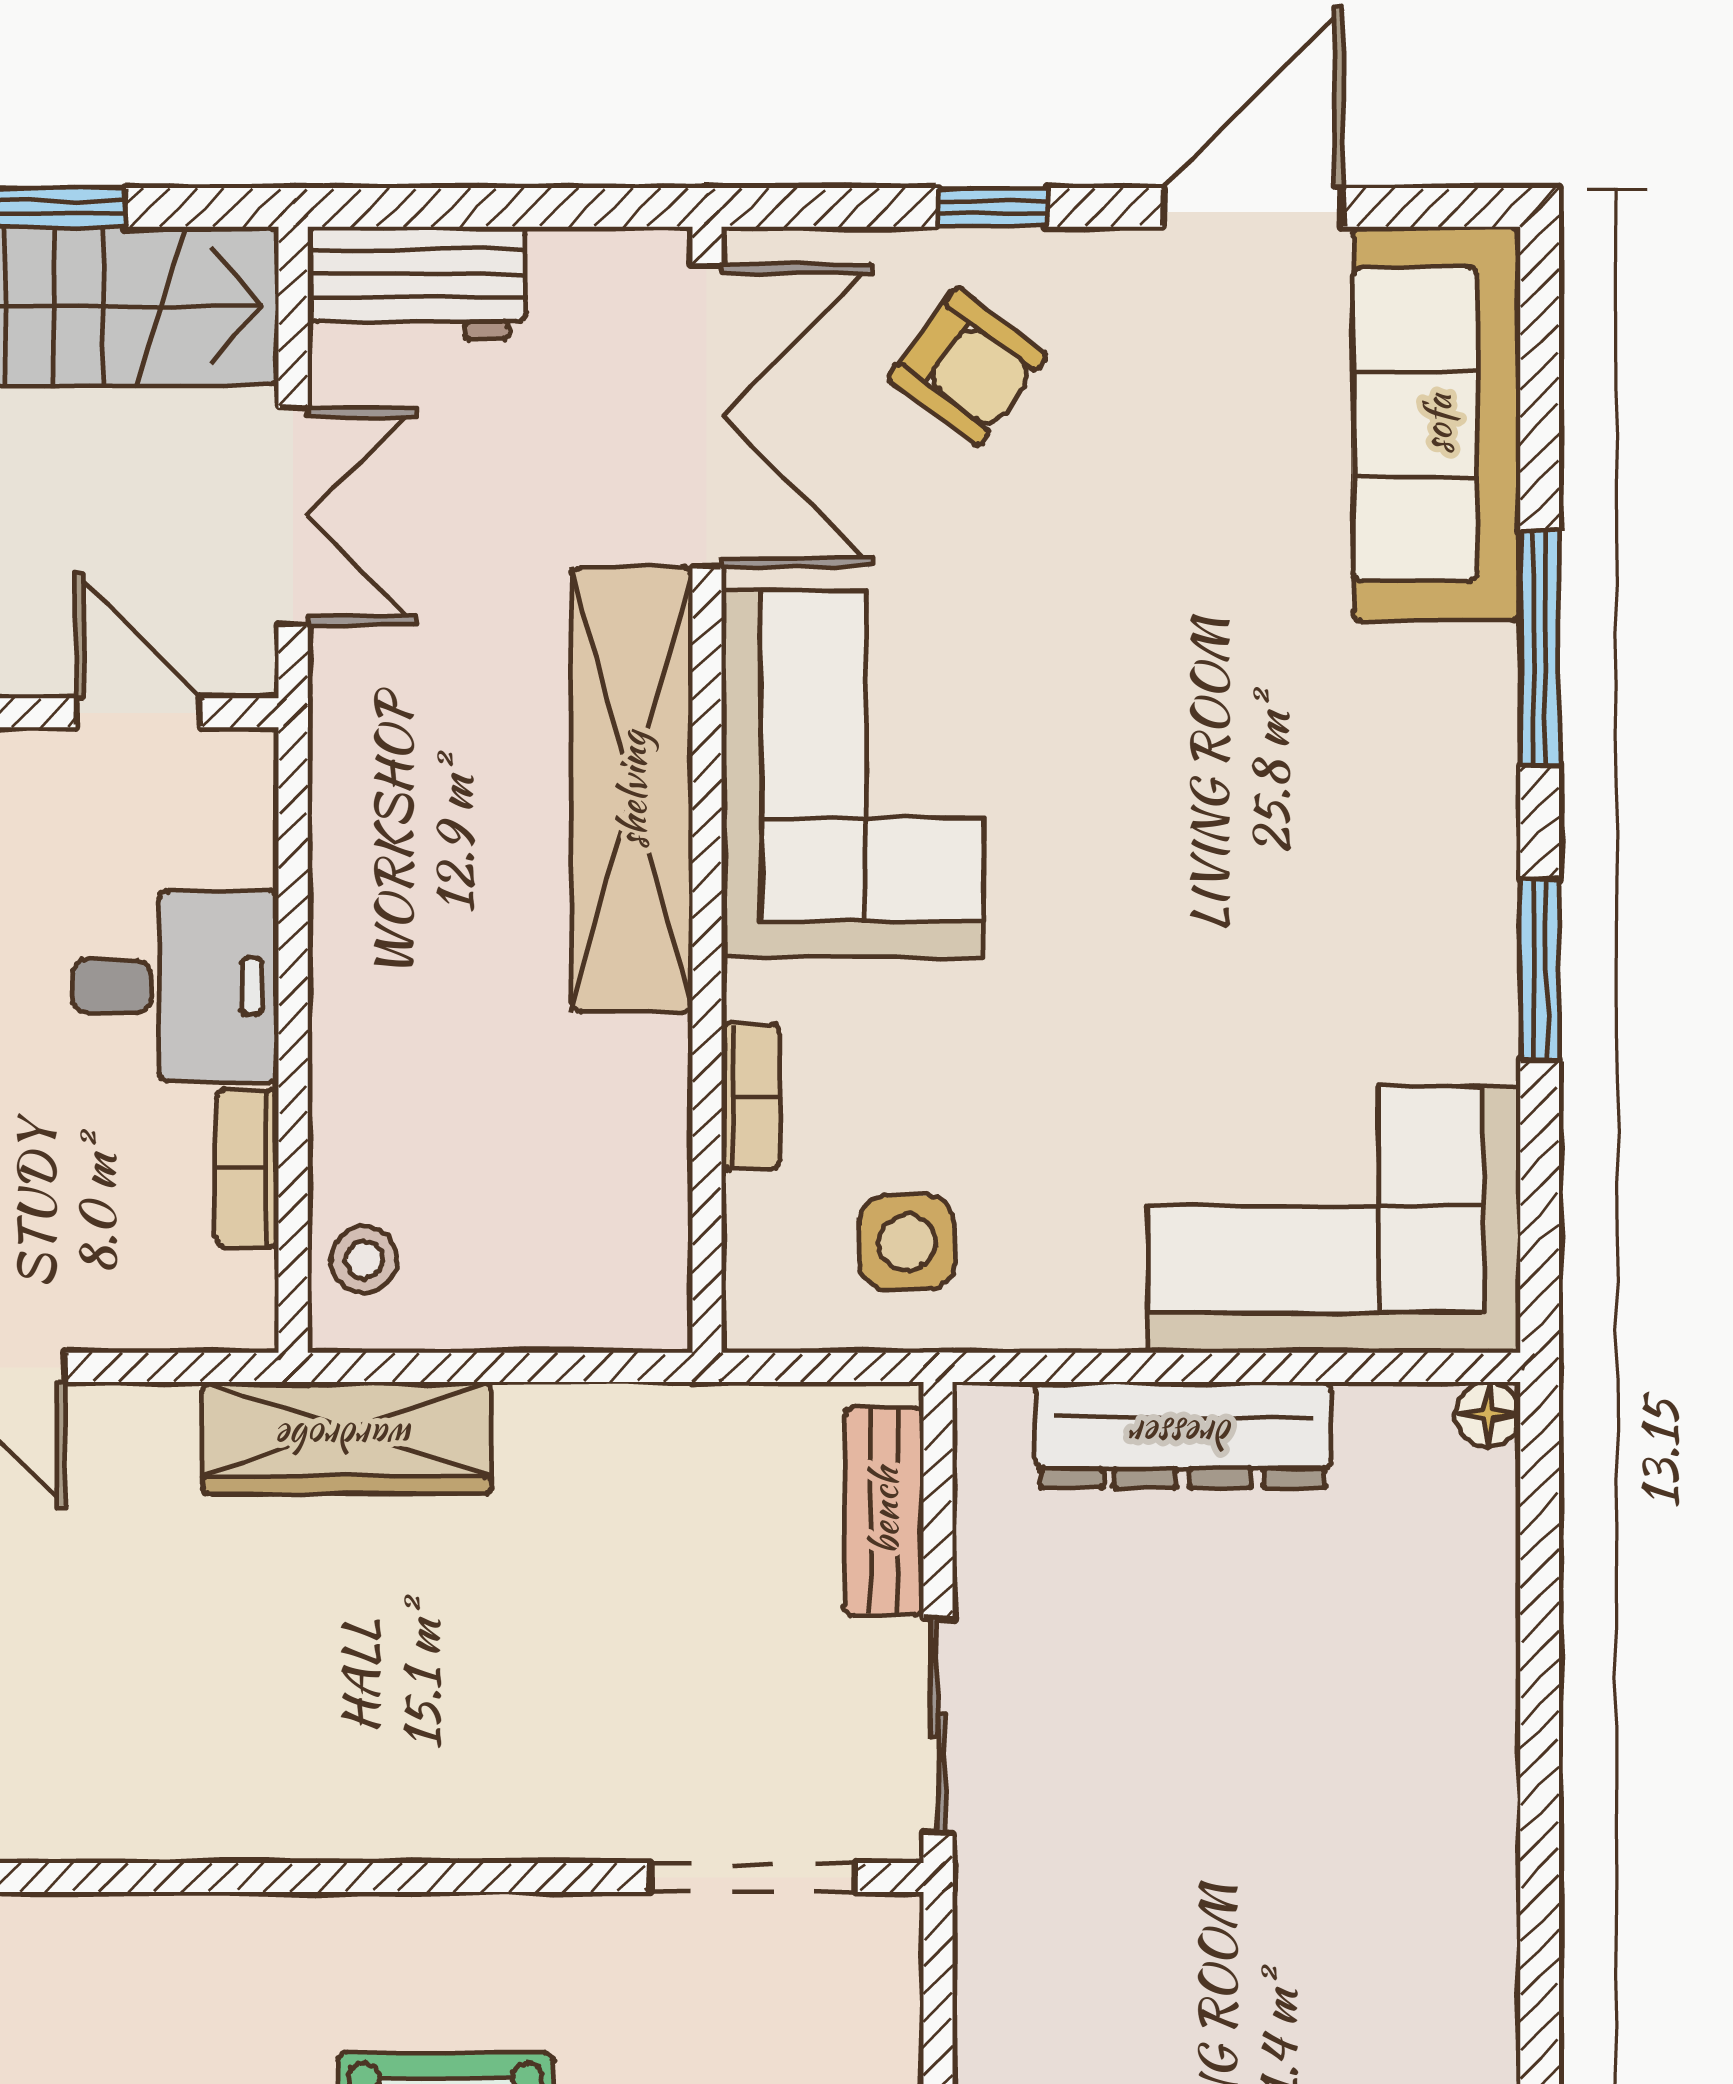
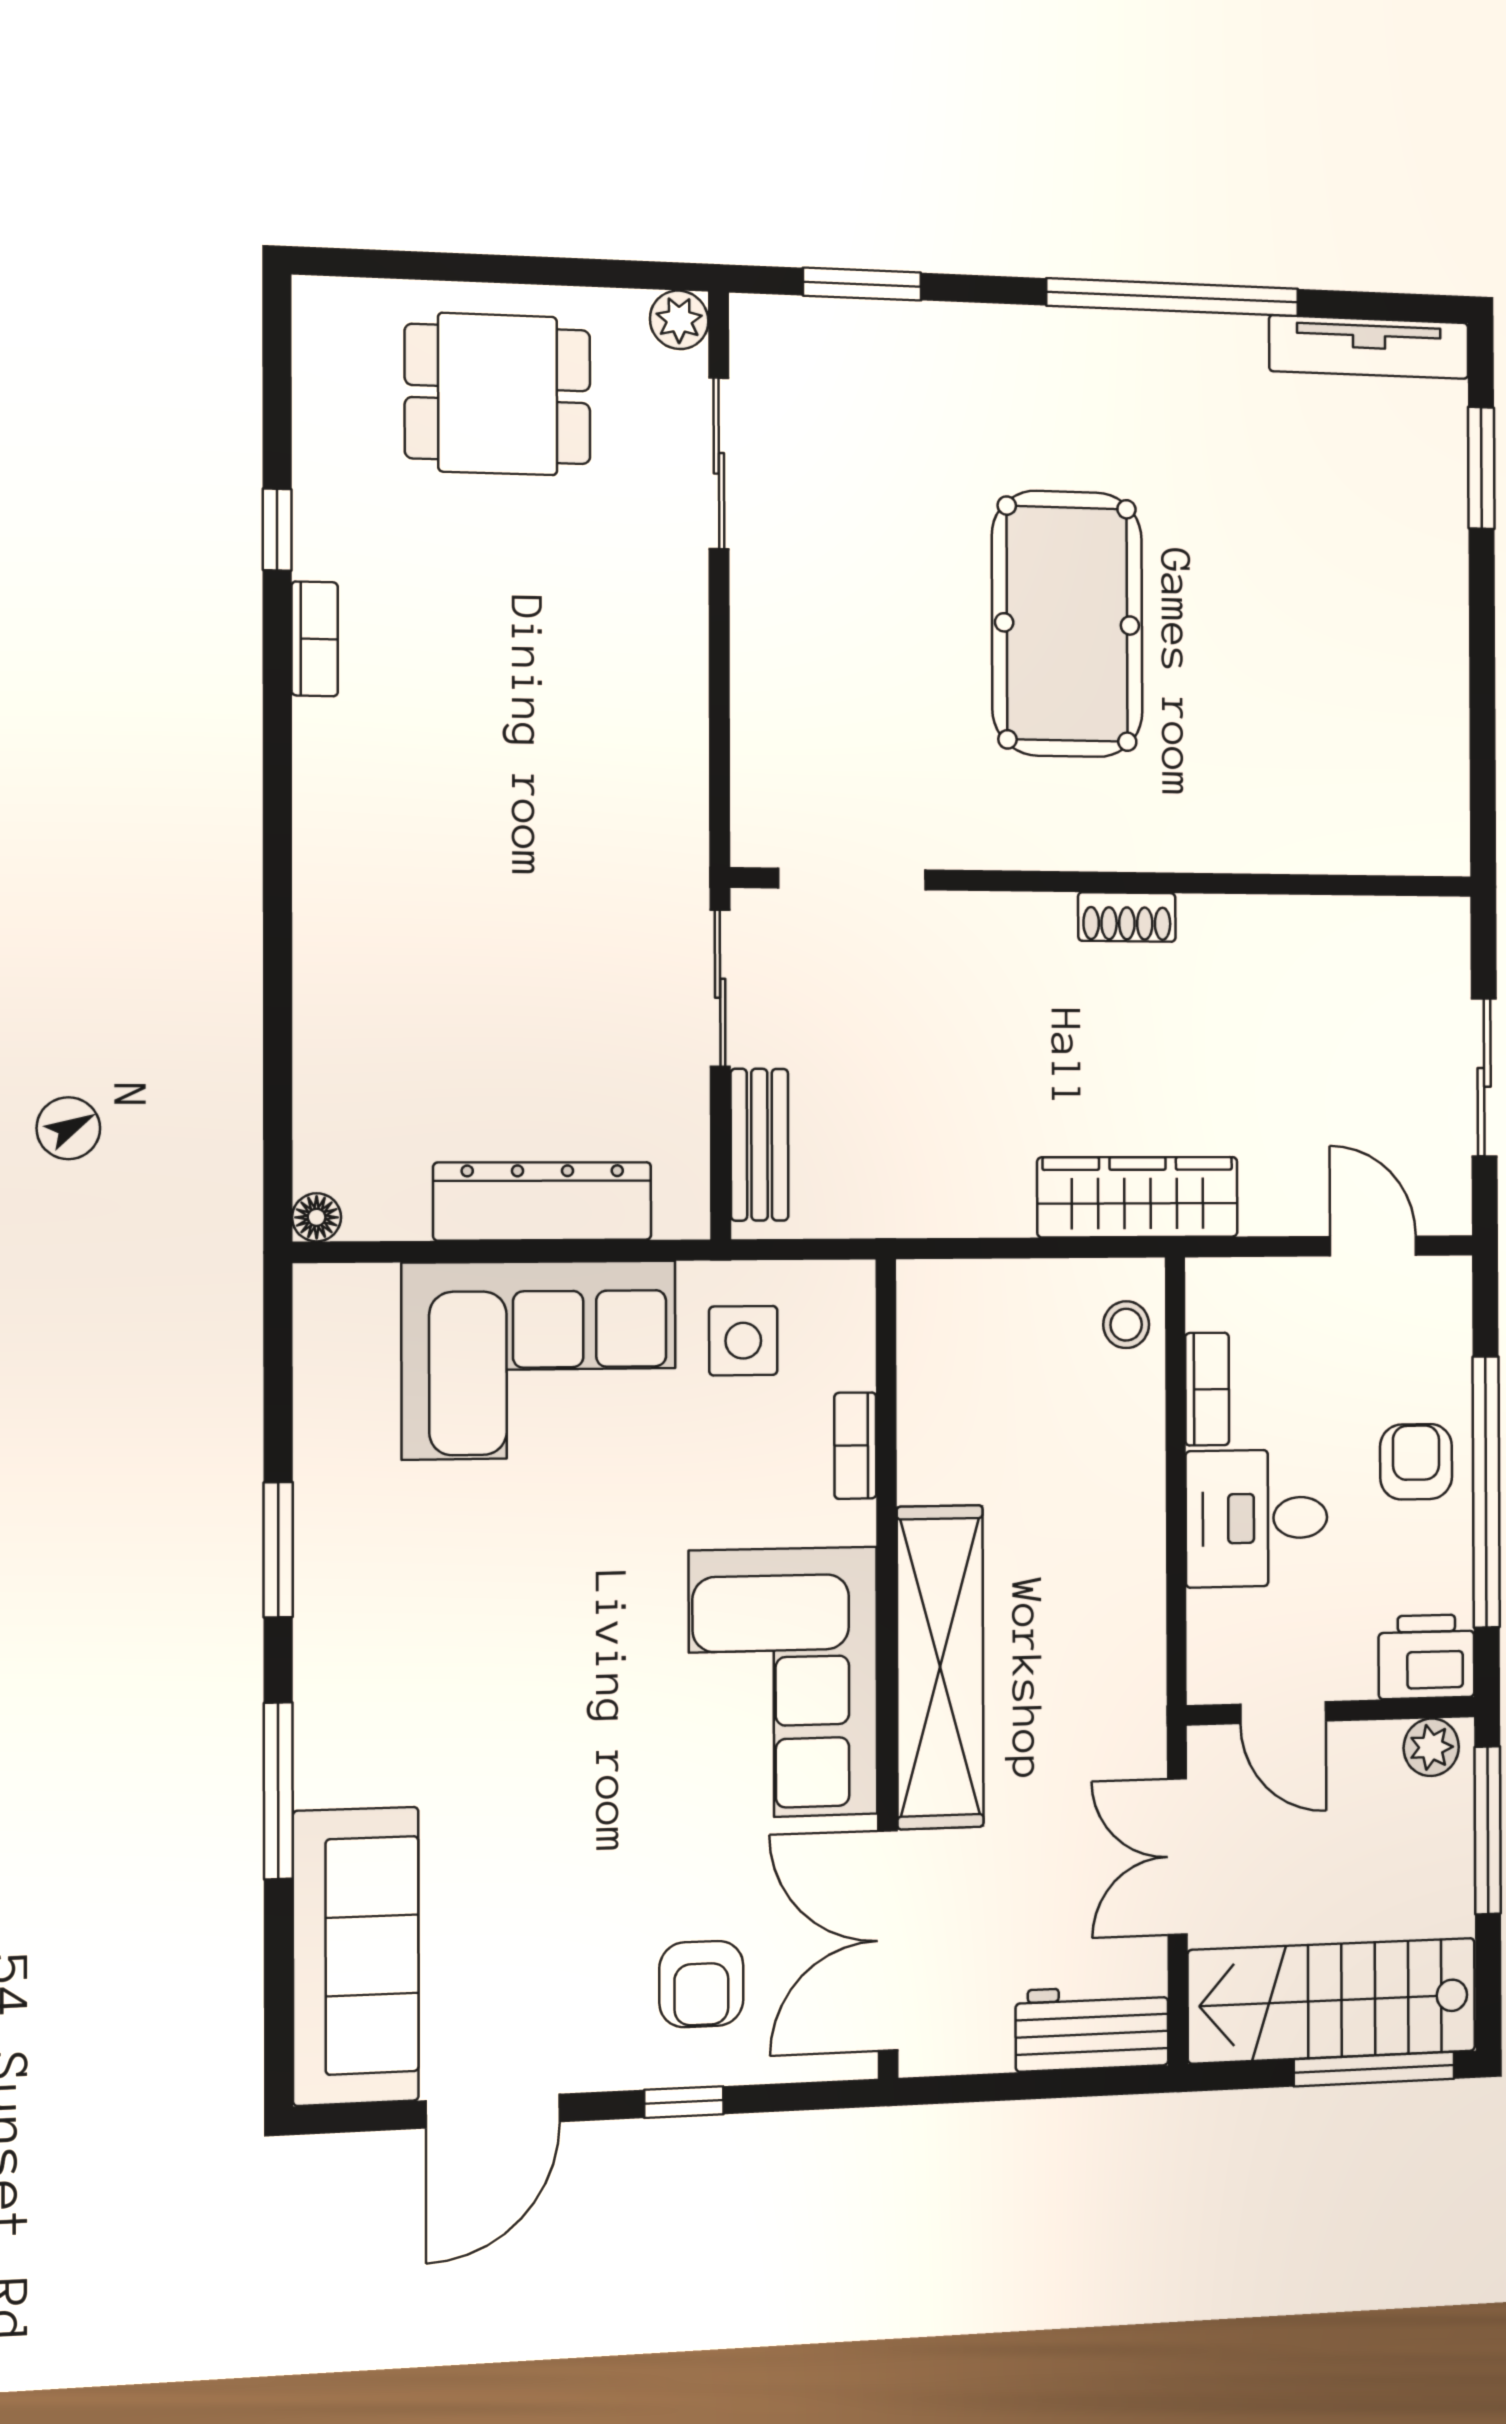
armchair: (967, 367) -> (701, 1984), turned -127
corner sofa: (1334, 1220) -> (539, 1360), moved
shoe rack: (361, 1829) -> (1127, 917), added

